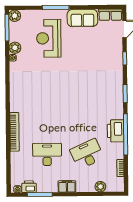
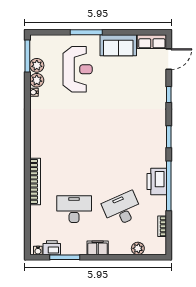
plant: (15, 16) -> (37, 65), moved
reception desk: (49, 38) -> (78, 69), turned 180

